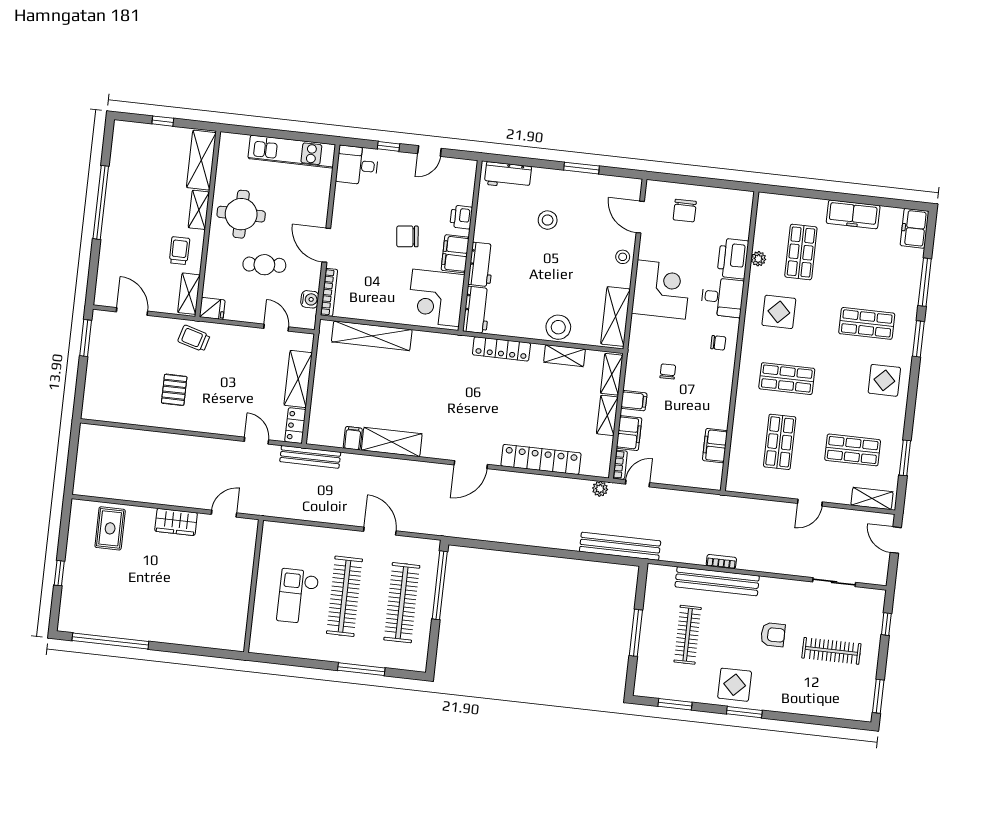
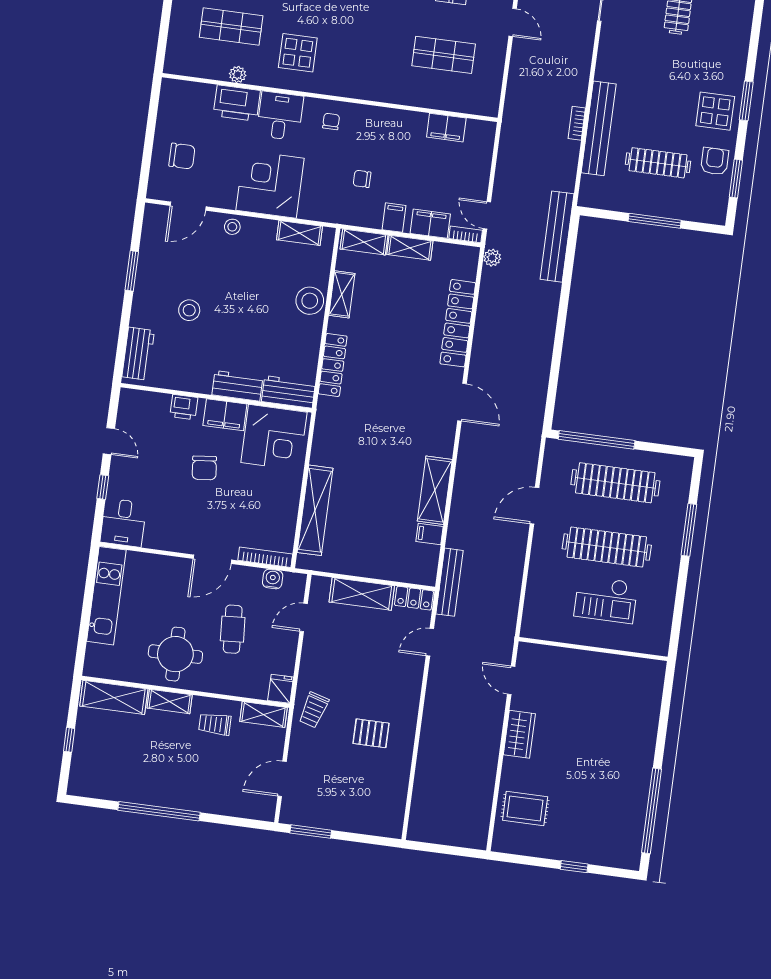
shelving: (616, 316) -> (300, 233), width x0.67, depth x0.75
shop shelf: (787, 379) -> (373, 45), removed
armchair: (773, 635) -> (715, 161), moved

